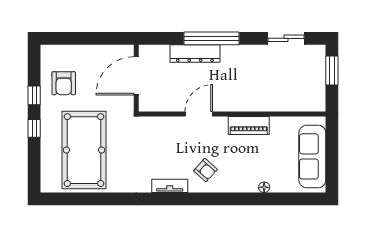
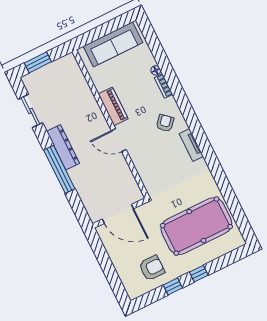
dresser: (195, 53) -> (63, 147), moved
door: (199, 114) -> (119, 140), moved
bookcase: (244, 187) -> (164, 86), added

